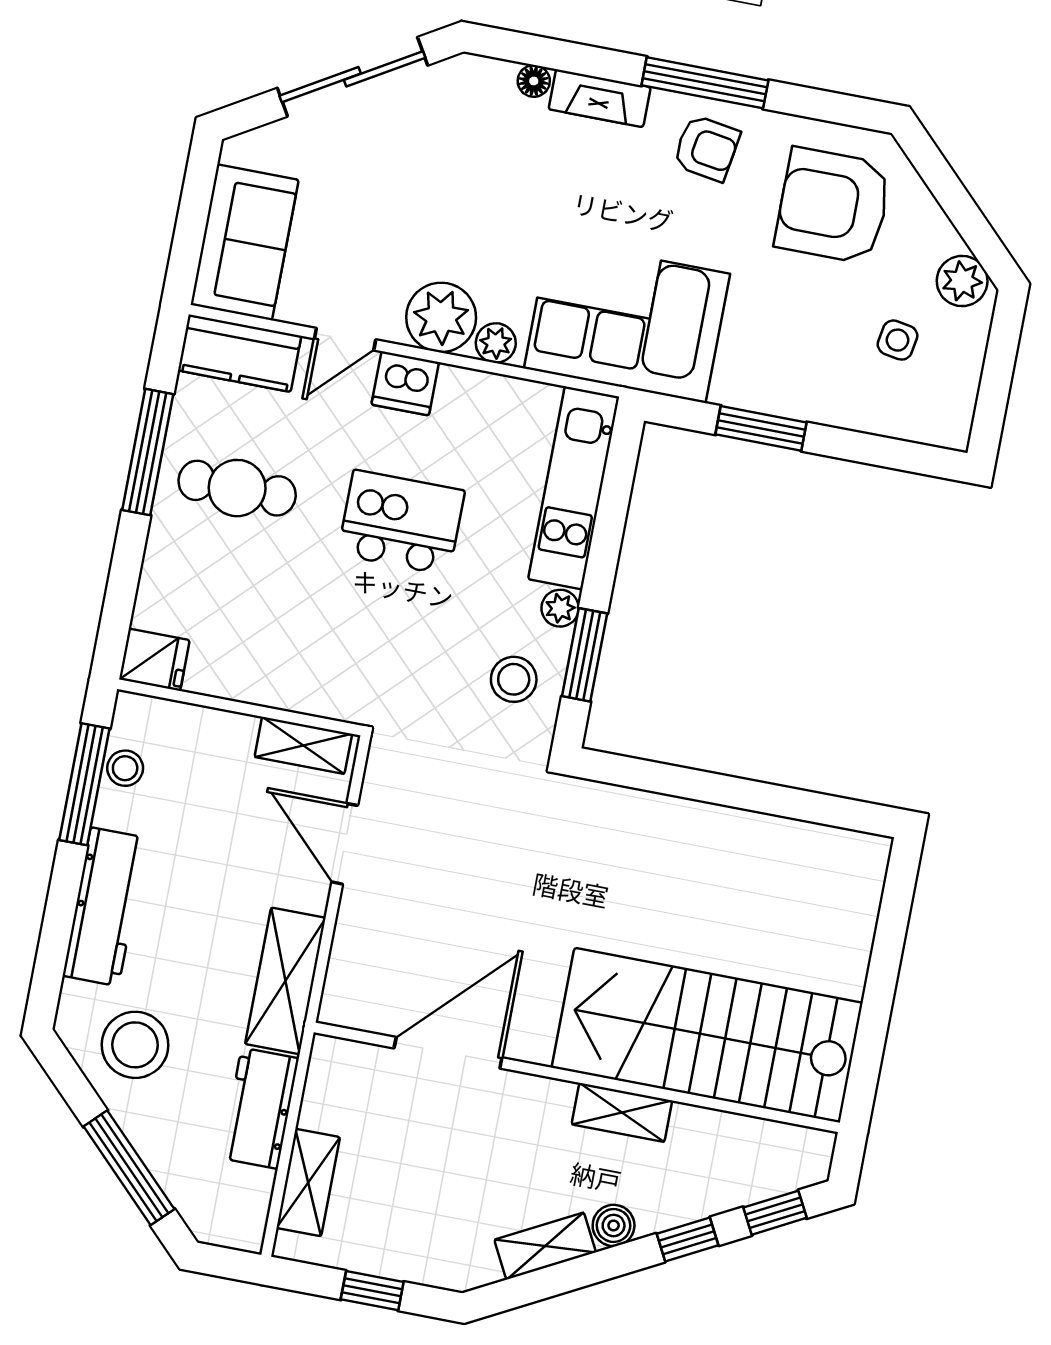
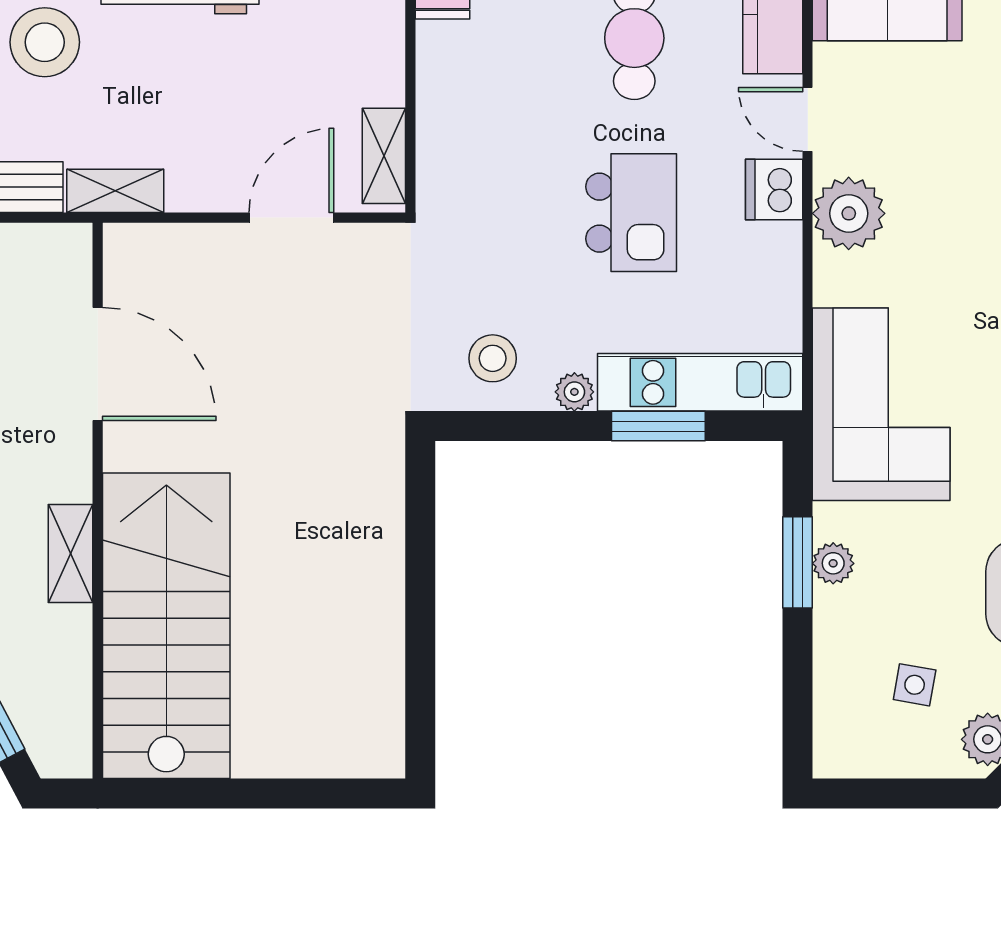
plant: (496, 343) -> (833, 563), moved
window: (585, 655) -> (658, 426), moved
shelving: (285, 981) -> (115, 191), width x0.67, depth x0.75

